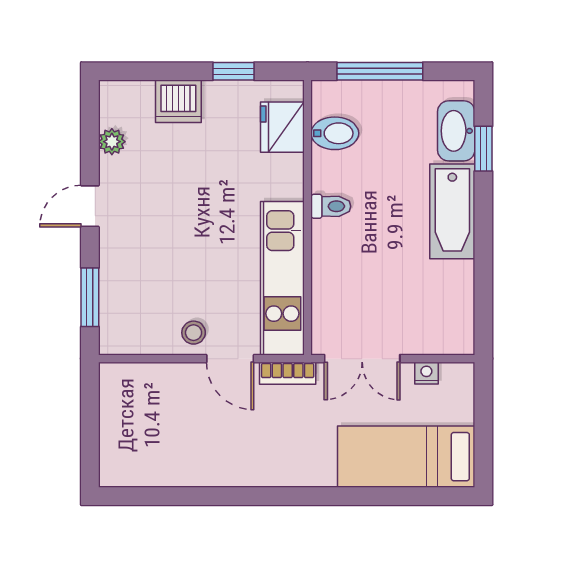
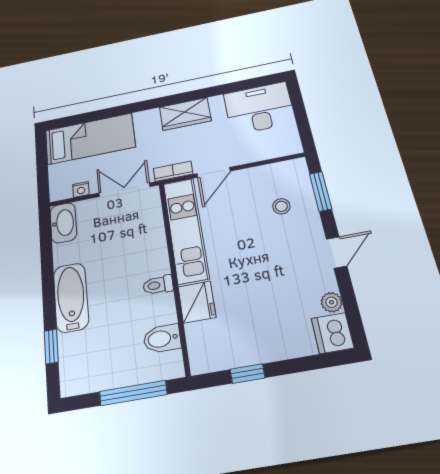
dishwasher: (178, 101) -> (333, 333), moved, turned -90
fridge: (282, 127) -> (197, 302), moved
washbasin: (456, 131) -> (63, 223), moved
stool: (194, 333) -> (281, 206), moved
door: (230, 359) -> (214, 172), swing flipped
desk: (146, 450) -> (259, 108), added
wardrobe: (257, 466) -> (185, 114), added

